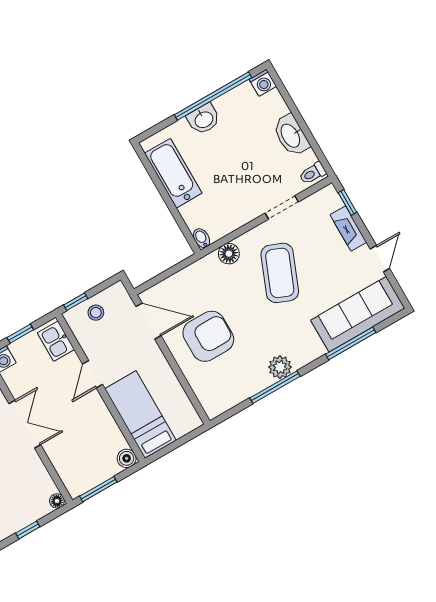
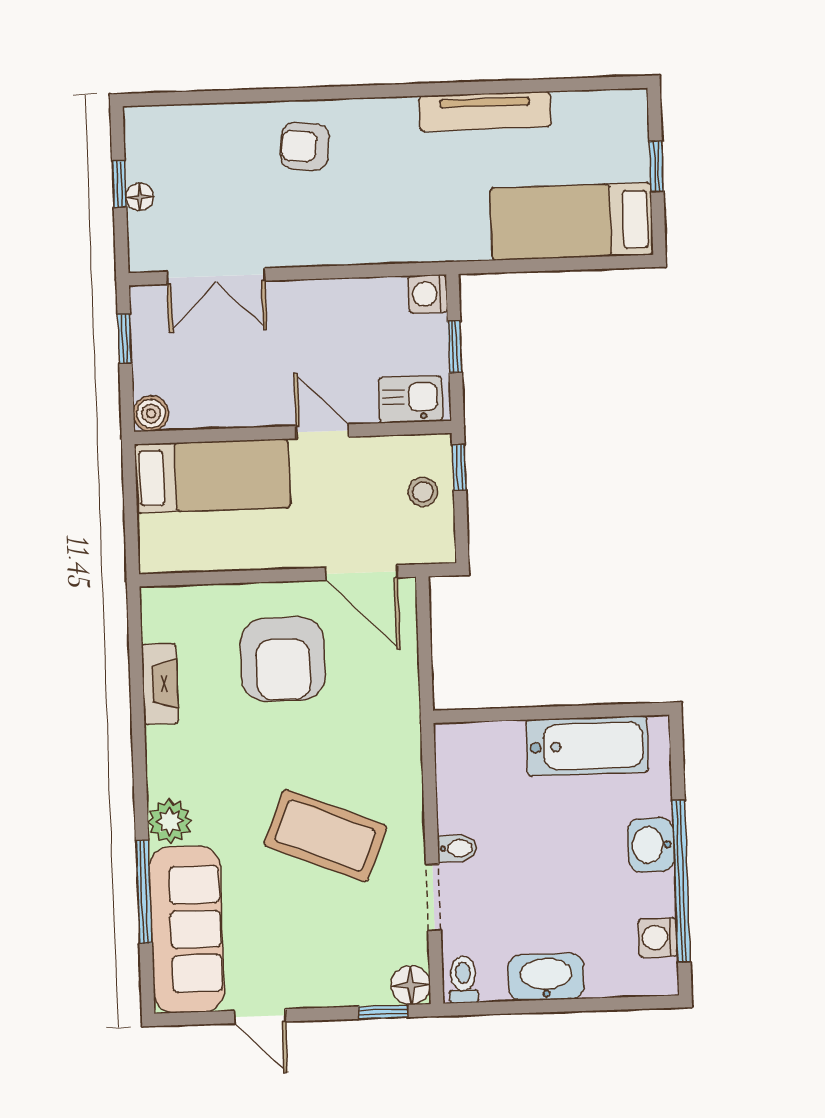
washing machine: (263, 83) -> (658, 937), moved
fireplace: (348, 229) -> (160, 684), moved, turned 90
bidet: (202, 238) -> (457, 848), moved
floor lamp: (229, 254) -> (411, 985), moved
door: (149, 321) -> (362, 573), hinge flipped
plant: (280, 367) -> (170, 821), moved
window: (275, 387) -> (138, 726), removed
double door: (25, 424) -> (216, 276), moved
window: (98, 489) -> (125, 338), width x0.67
floor lamp: (57, 501) -> (140, 197), moved

